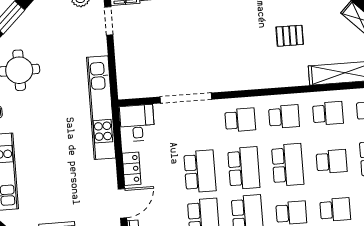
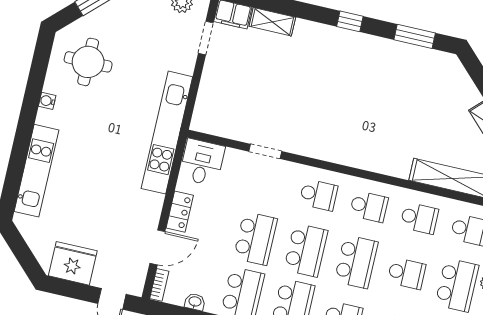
pallet: (290, 36) -> (403, 118), removed
doorway: (186, 98) -> (265, 151), width x0.53

